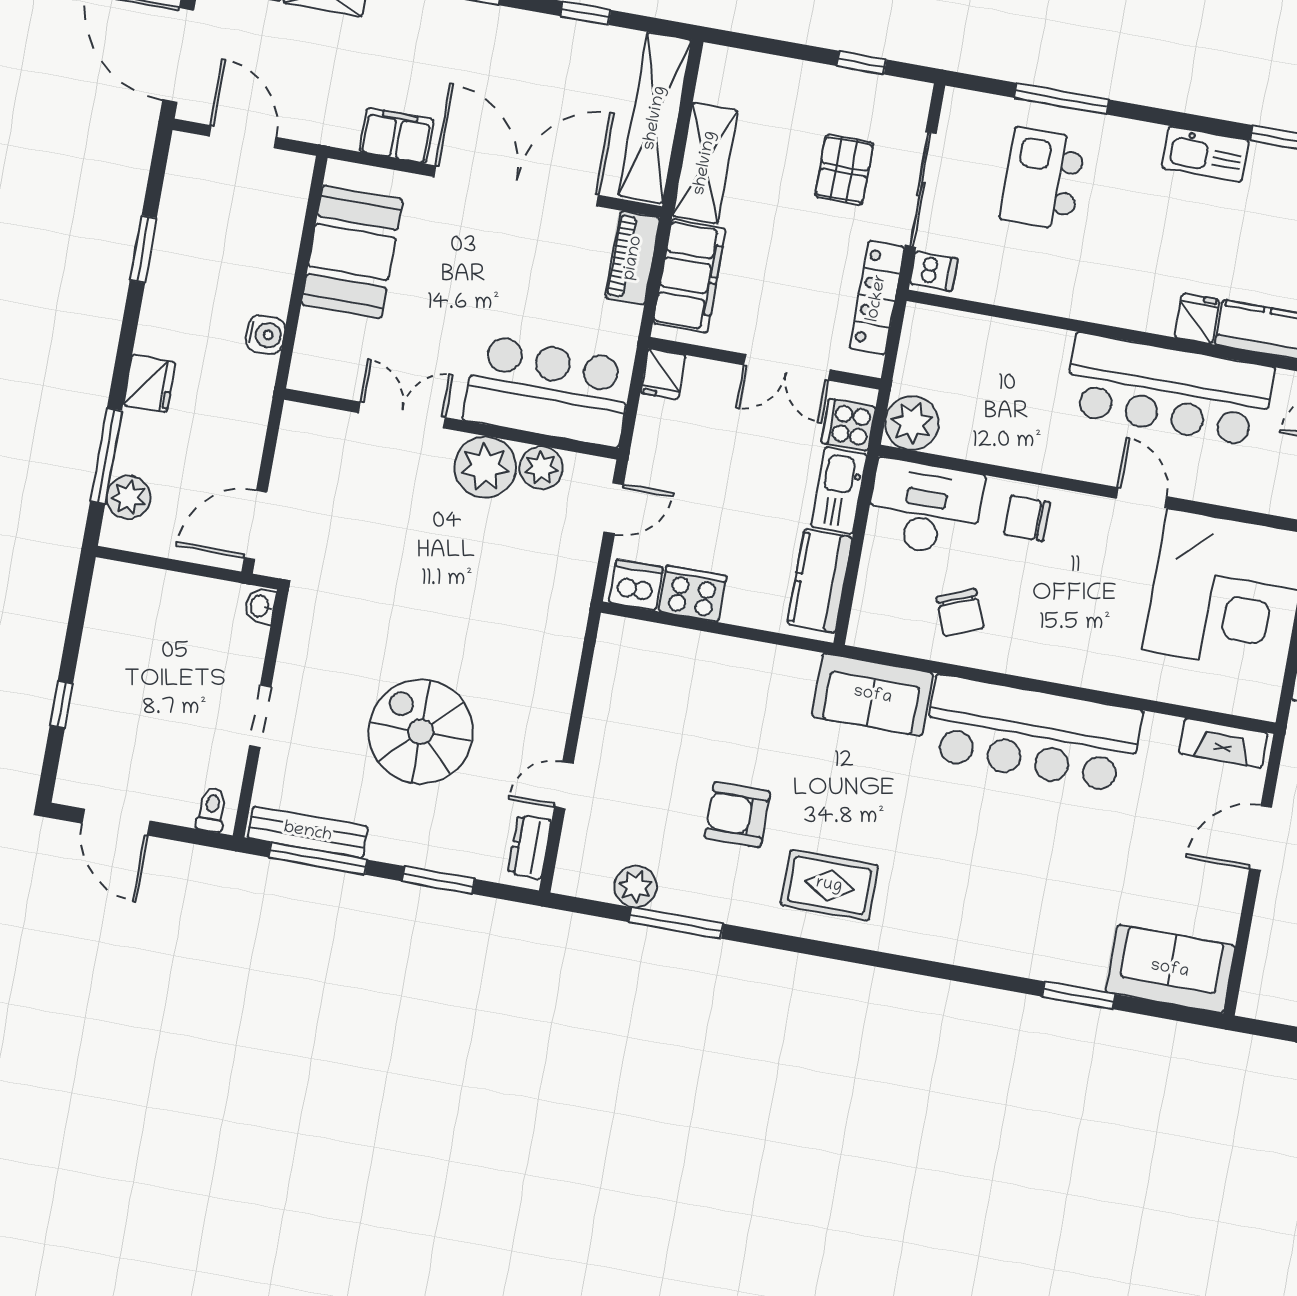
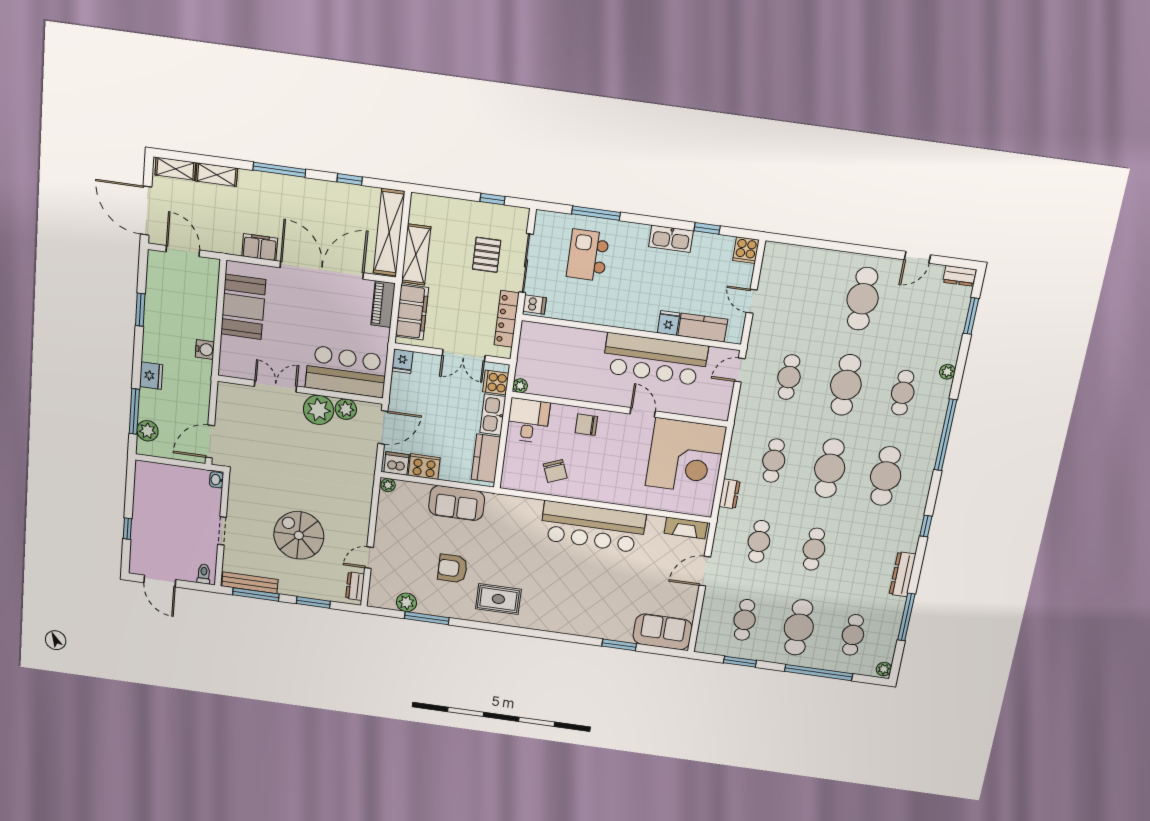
plant: (912, 423) -> (520, 386), width x0.53, depth x0.53
door: (614, 508) -> (383, 427), width x1.38
desk: (925, 508) -> (528, 420), width x0.73
plant: (615, 630) -> (388, 485), added
sofa: (873, 695) -> (457, 503), moved

